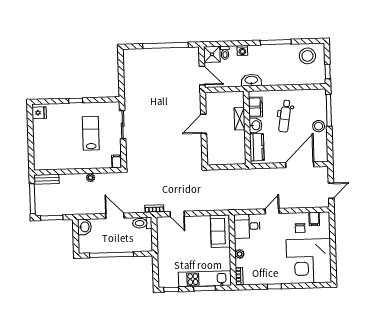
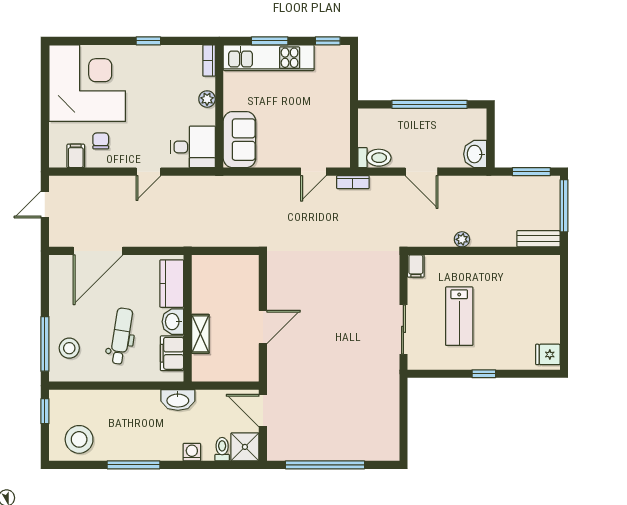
stool: (319, 126) -> (69, 348), moved
door: (177, 214) -> (313, 172), swing flipped

